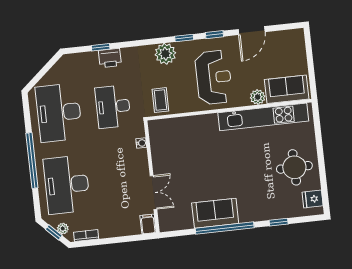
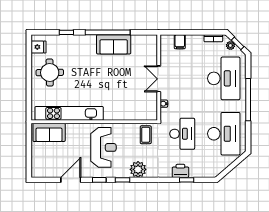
reception desk: (214, 77) -> (103, 147), turned 180
plant: (258, 97) -> (72, 129), removed
double door: (153, 193) -> (159, 79), moved
filing cabinet: (148, 224) -> (180, 42), moved

